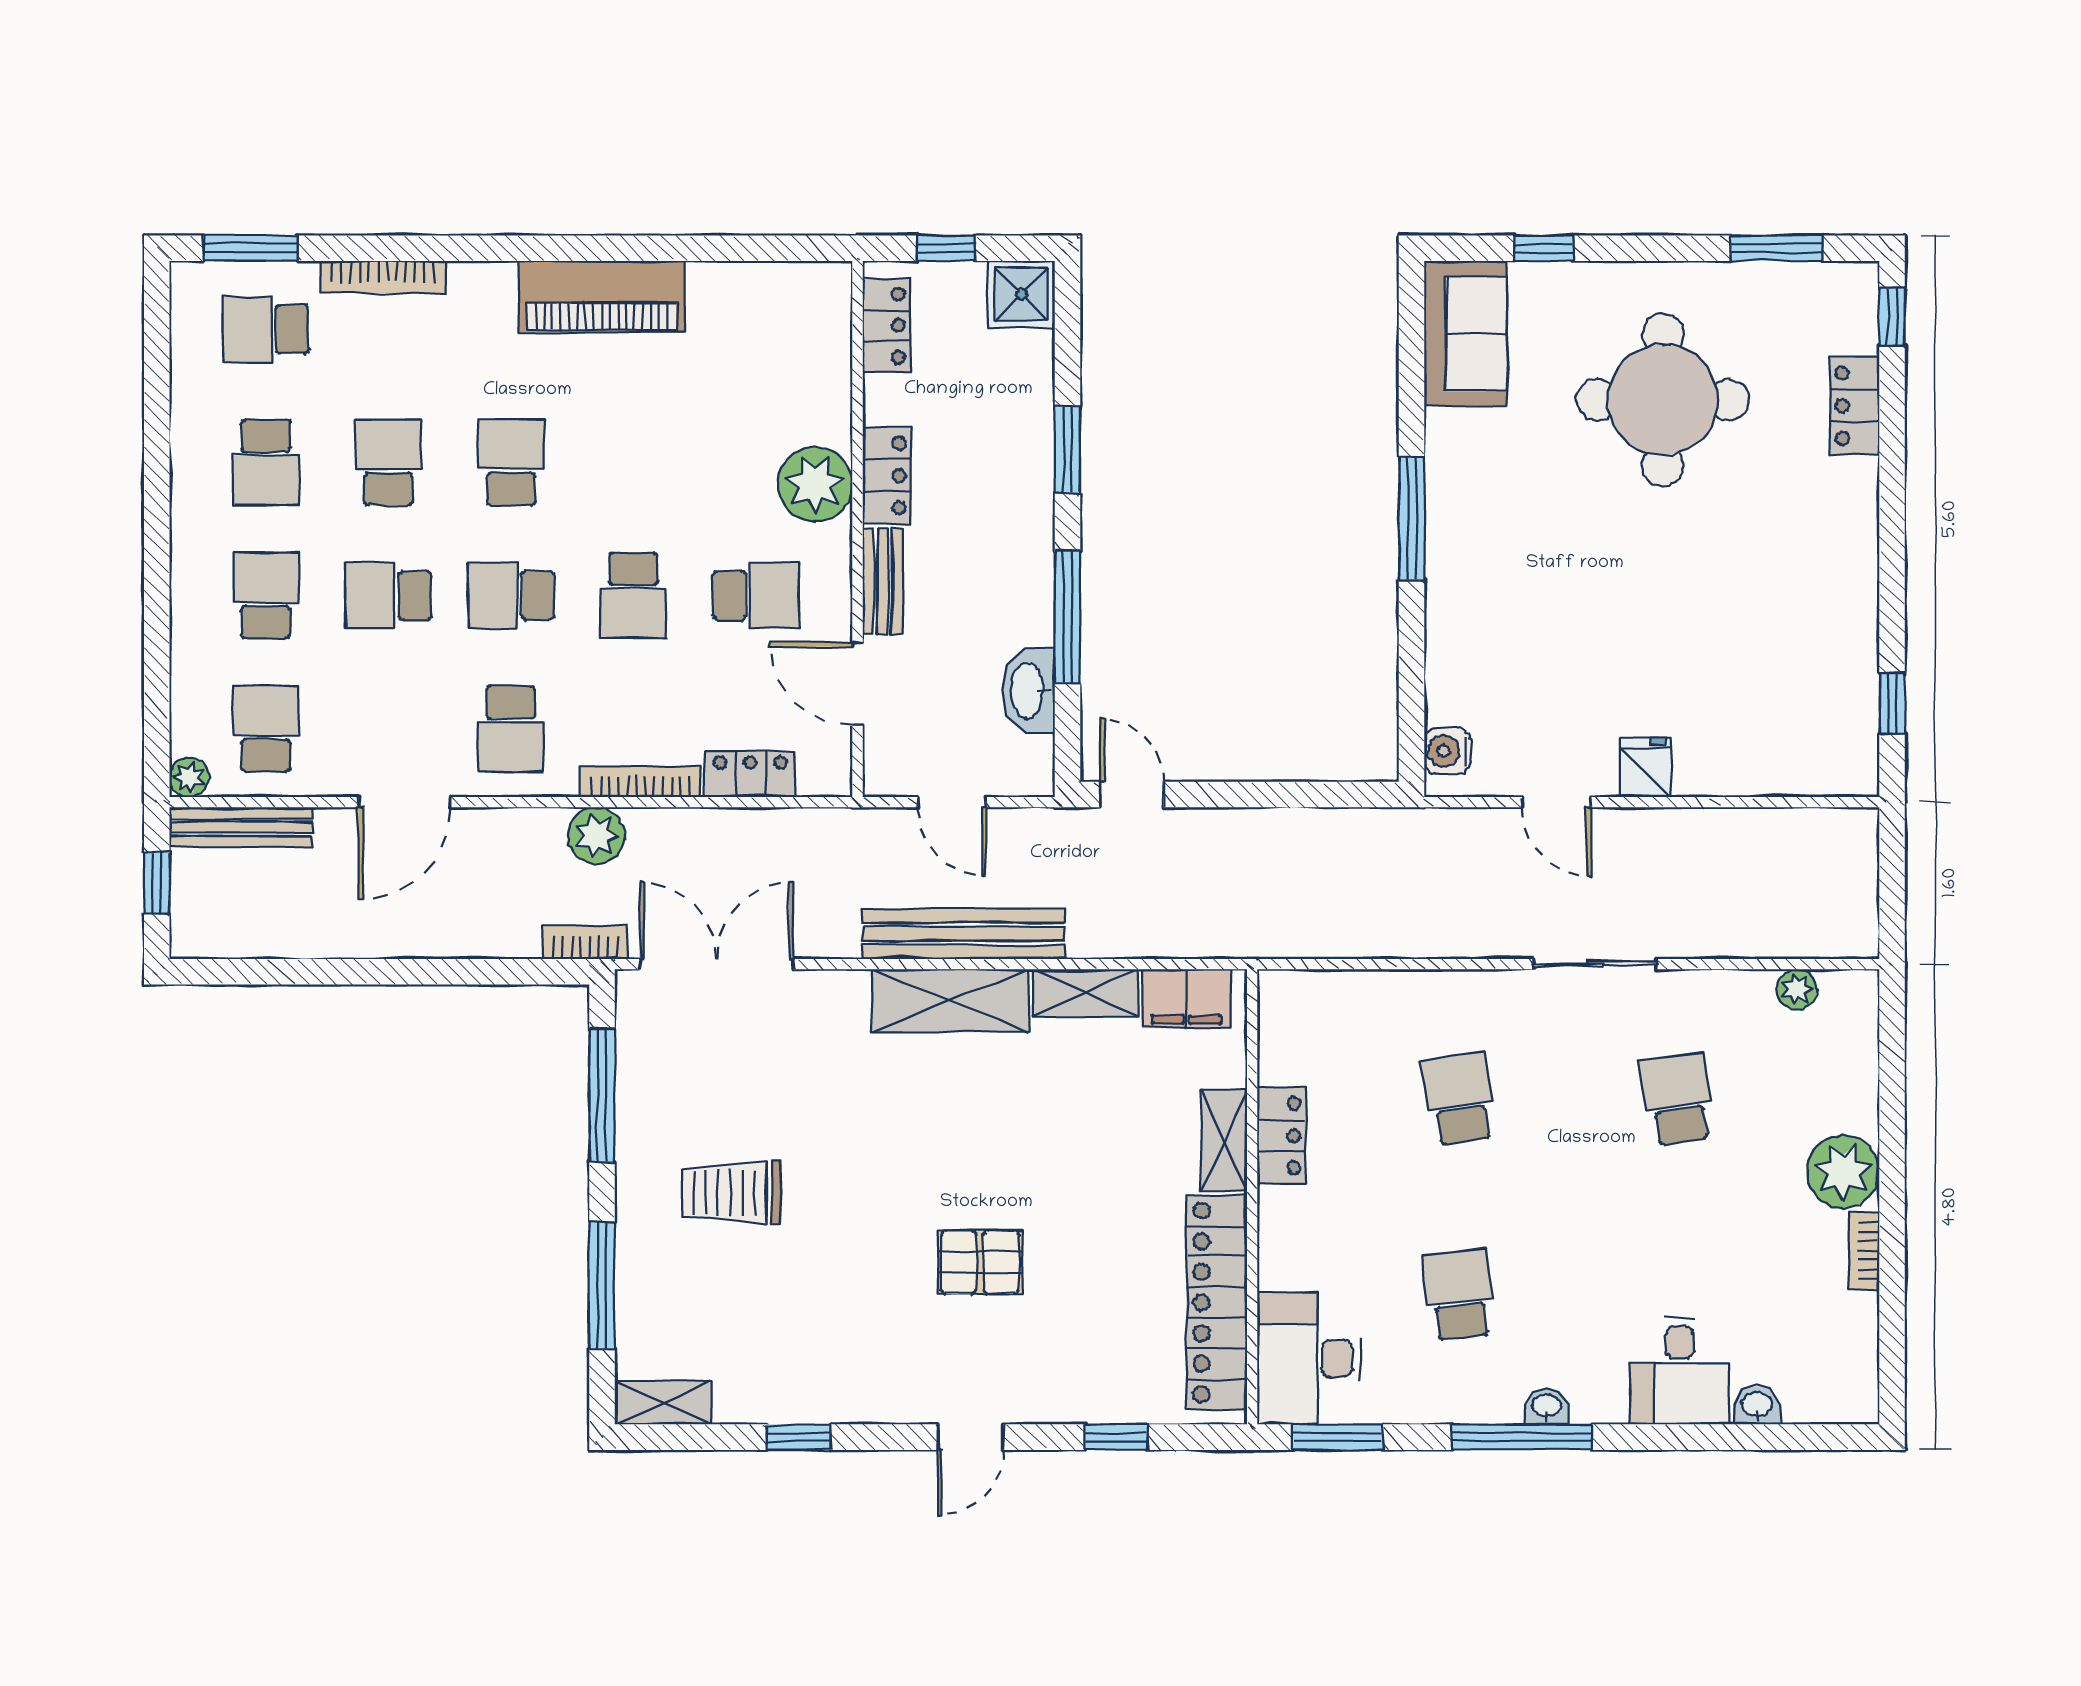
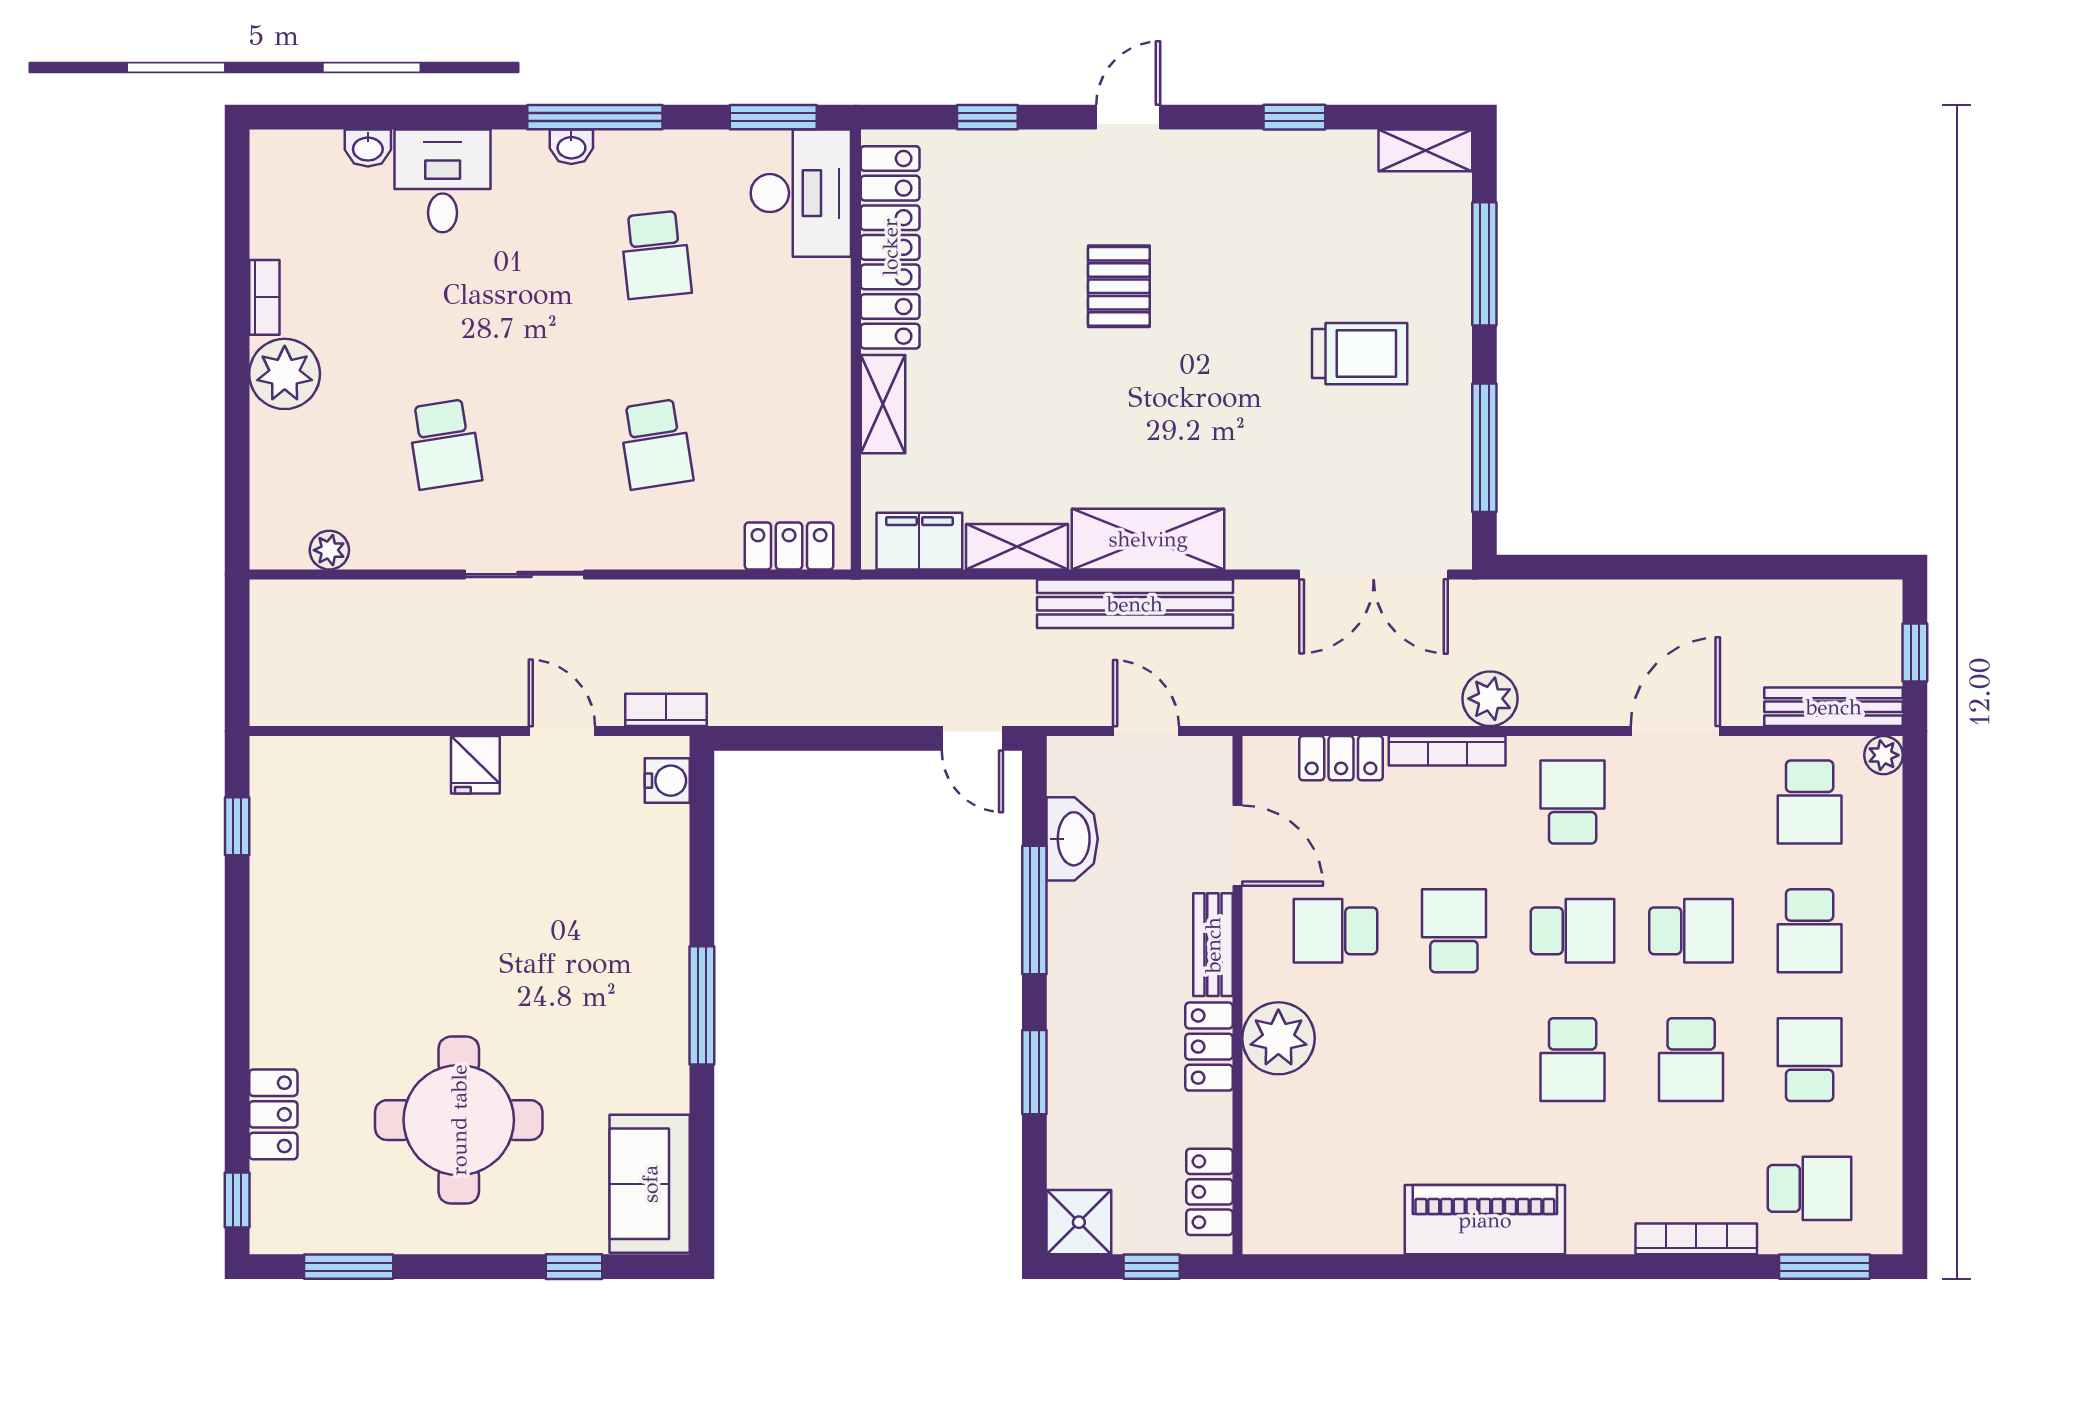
bookcase: (585, 942) -> (666, 710), moved, turned 180
locker: (1282, 1136) -> (789, 546), moved, turned 90
pallet: (980, 1262) -> (1119, 286), turned 90

